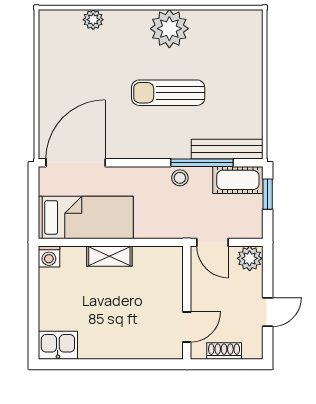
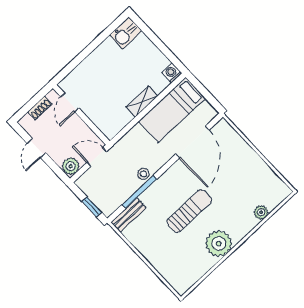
bench: (227, 149) -> (128, 215), width x0.73
door: (76, 163) -> (192, 142), moved
cot: (238, 180) -> (113, 200), removed

